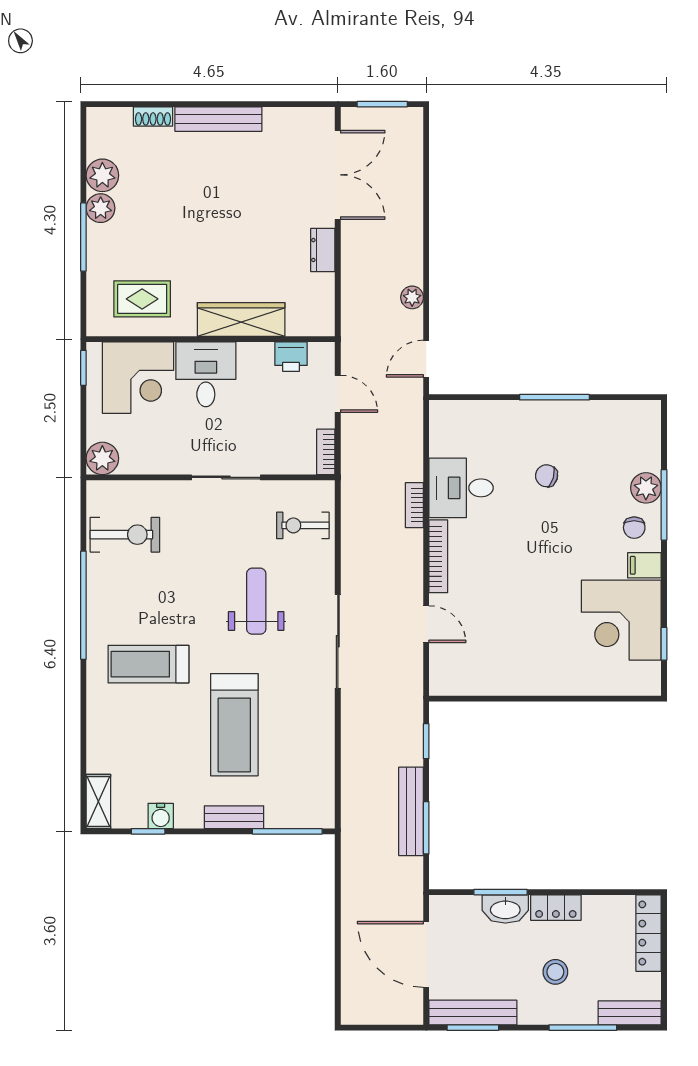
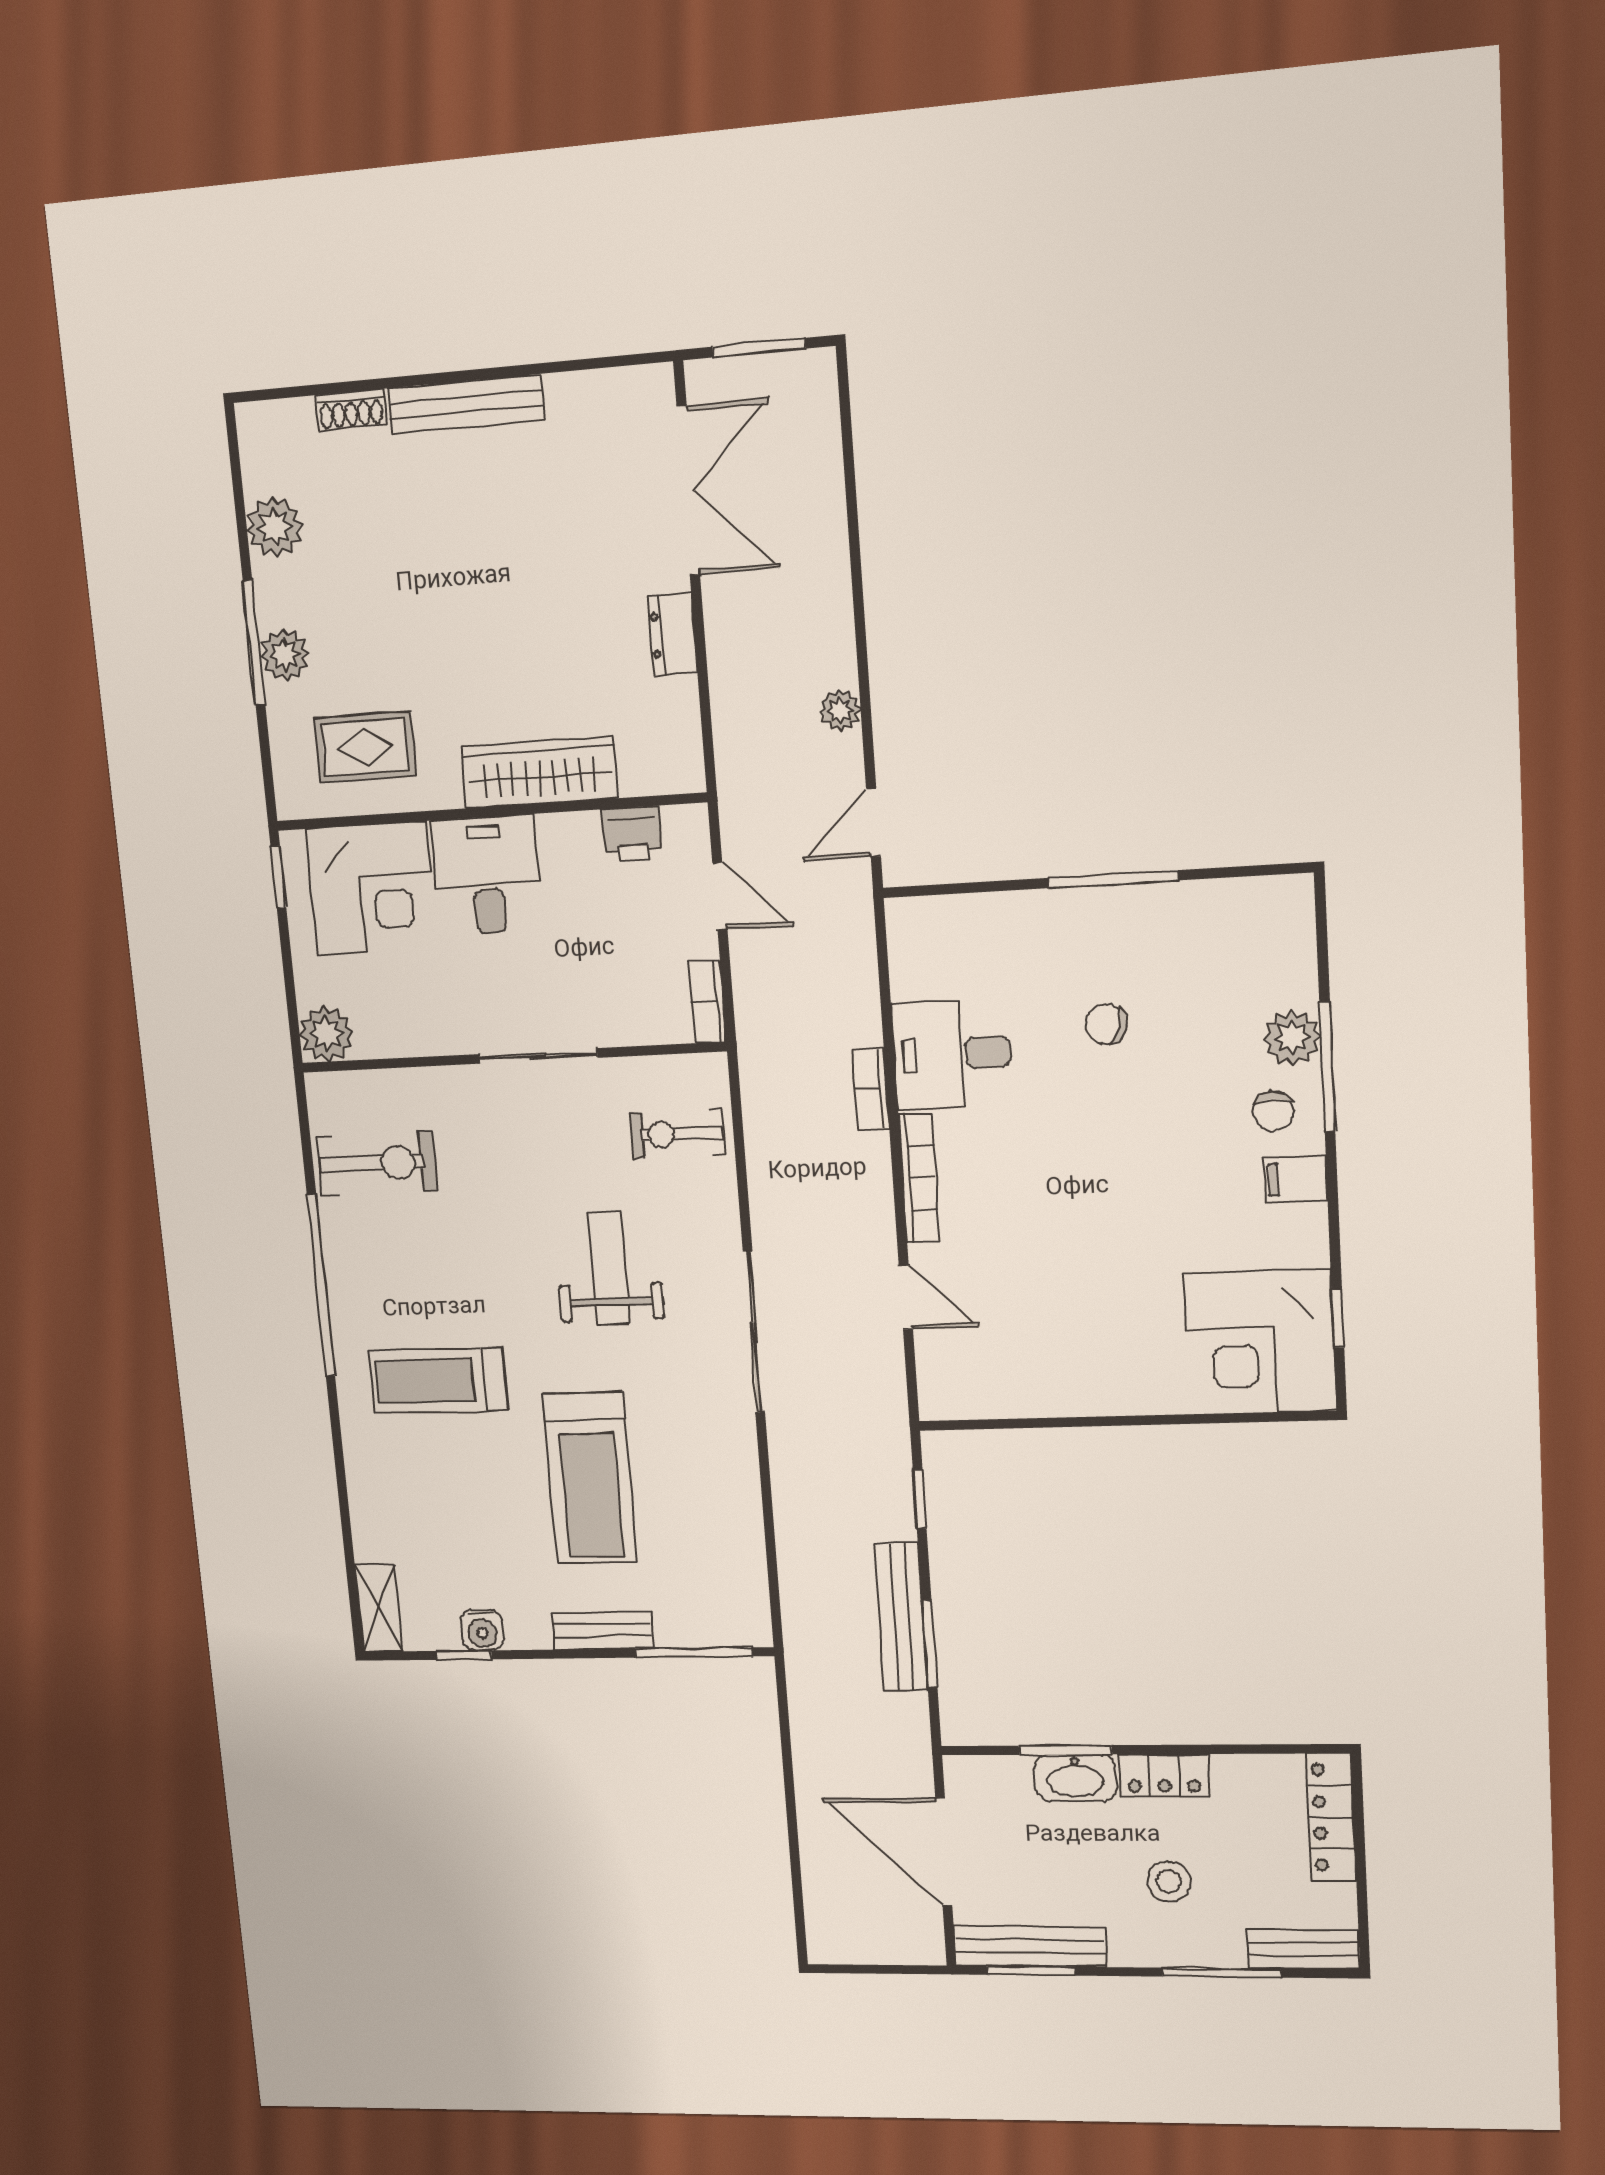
plant: (101, 208) -> (284, 655), moved
corner desk: (621, 620) -> (1260, 1342), moved

